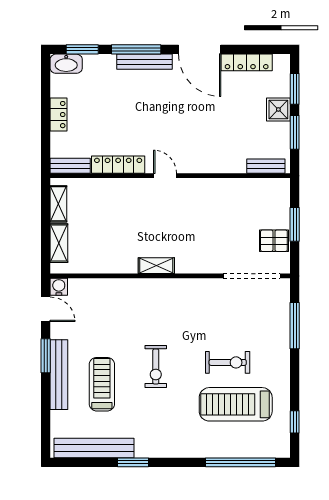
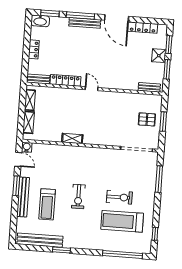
pallet: (274, 241) -> (147, 119), moved
shelving: (156, 266) -> (72, 138), moved
treadmill: (102, 384) -> (47, 204), turned 180

